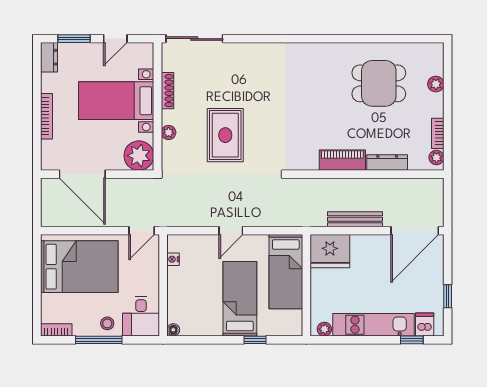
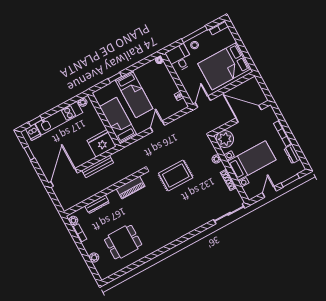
dresser: (49, 57) -> (292, 154), moved
rug: (225, 135) -> (176, 175), moved, turned 90
piano: (342, 160) -> (131, 187), moved

